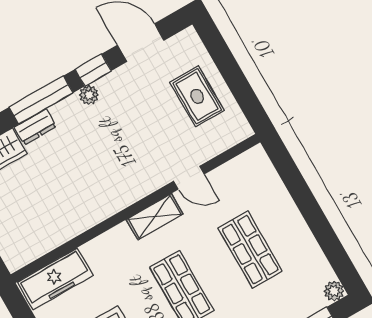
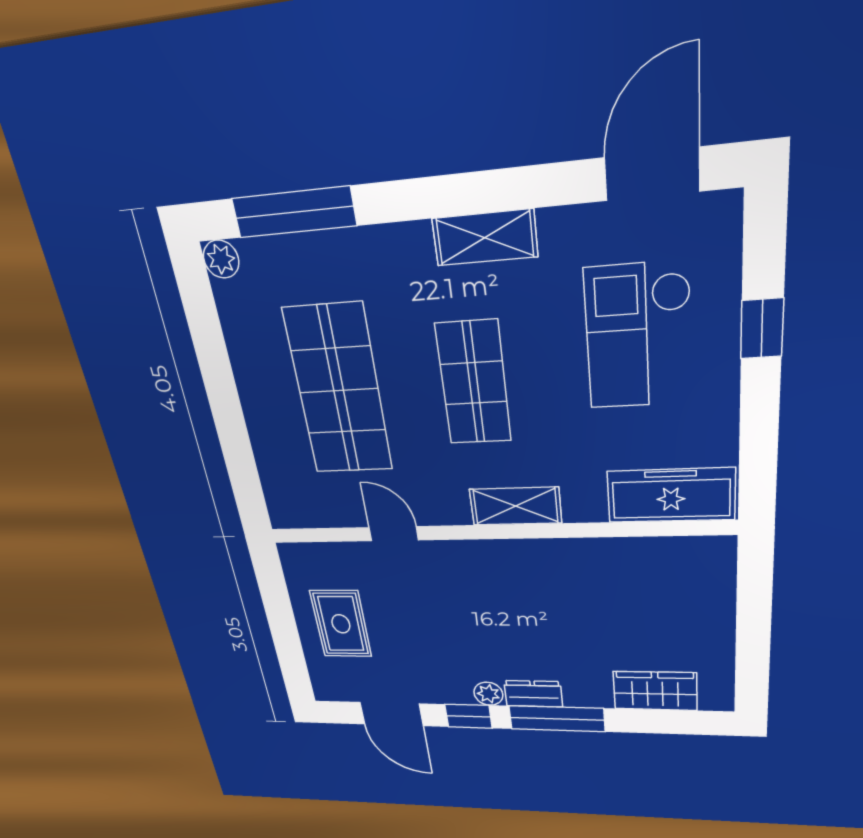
dresser: (35, 127) -> (533, 694), moved
shelving: (155, 217) -> (516, 506), moved
shop shelf: (250, 250) -> (339, 391), width x1.43, depth x1.36

